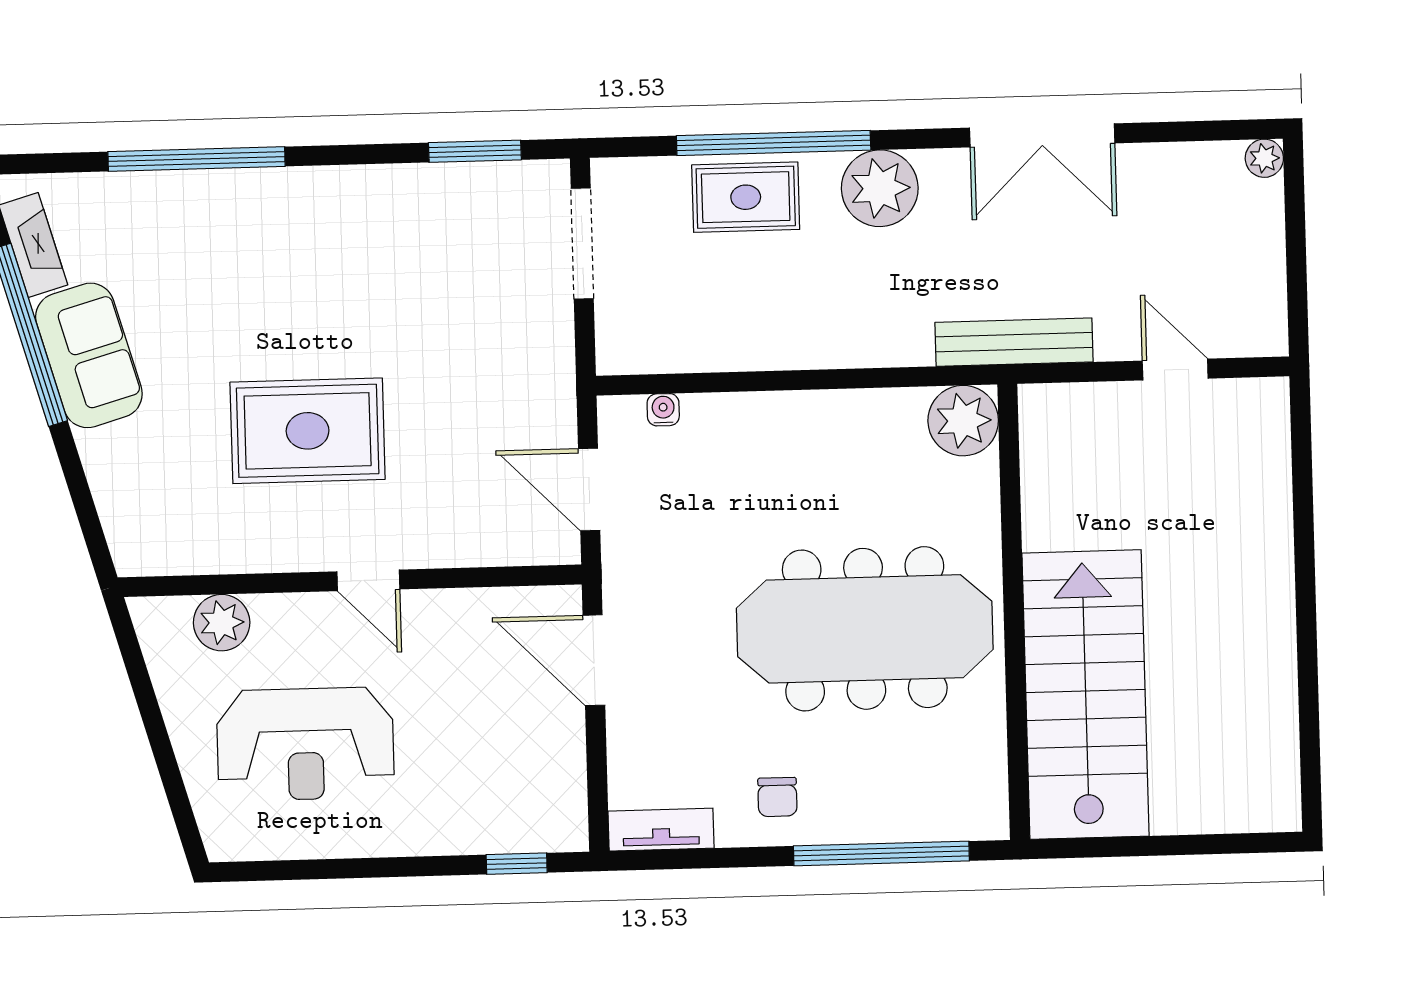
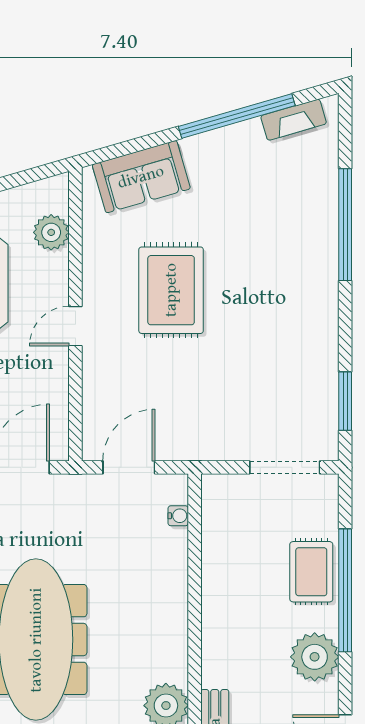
sofa: (89, 355) -> (141, 177), moved

